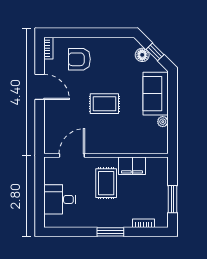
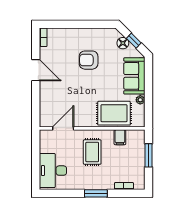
armchair: (79, 59) -> (89, 60), moved
rug: (104, 104) -> (114, 113), moved, width x1.36, depth x1.43
filing cabinet: (132, 166) -> (120, 137), width x0.50
desk: (60, 199) -> (53, 171), width x1.37
window: (172, 199) -> (149, 155), moved

